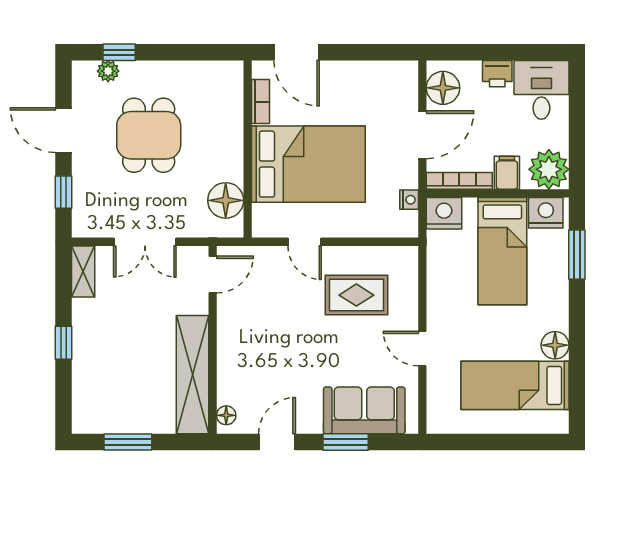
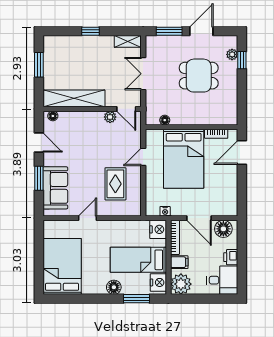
window: (63, 192) -> (169, 31), width x1.50
floor lamp: (226, 200) -> (165, 120), width x0.53, depth x0.53
plant: (228, 305) -> (110, 117), added
floor lamp: (555, 345) -> (114, 287), moved
bed: (515, 385) -> (62, 266), width x1.50

